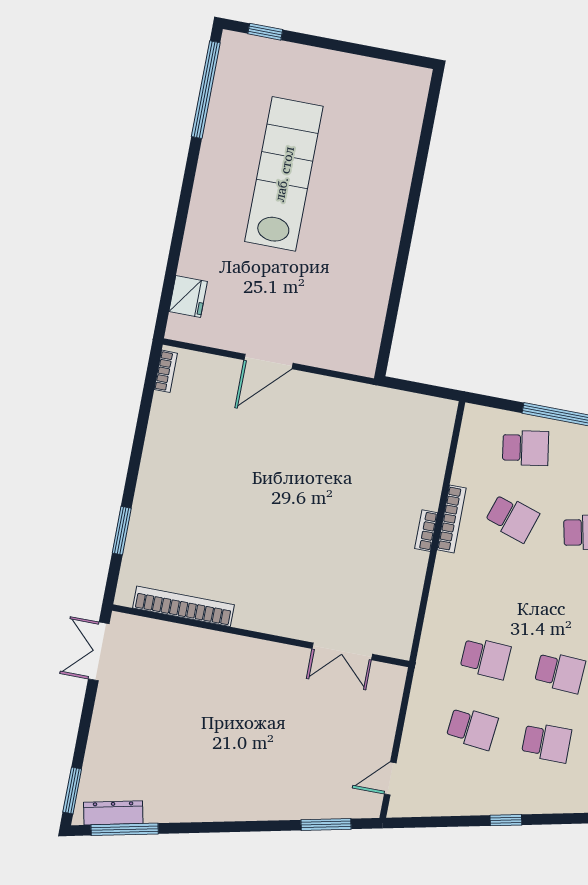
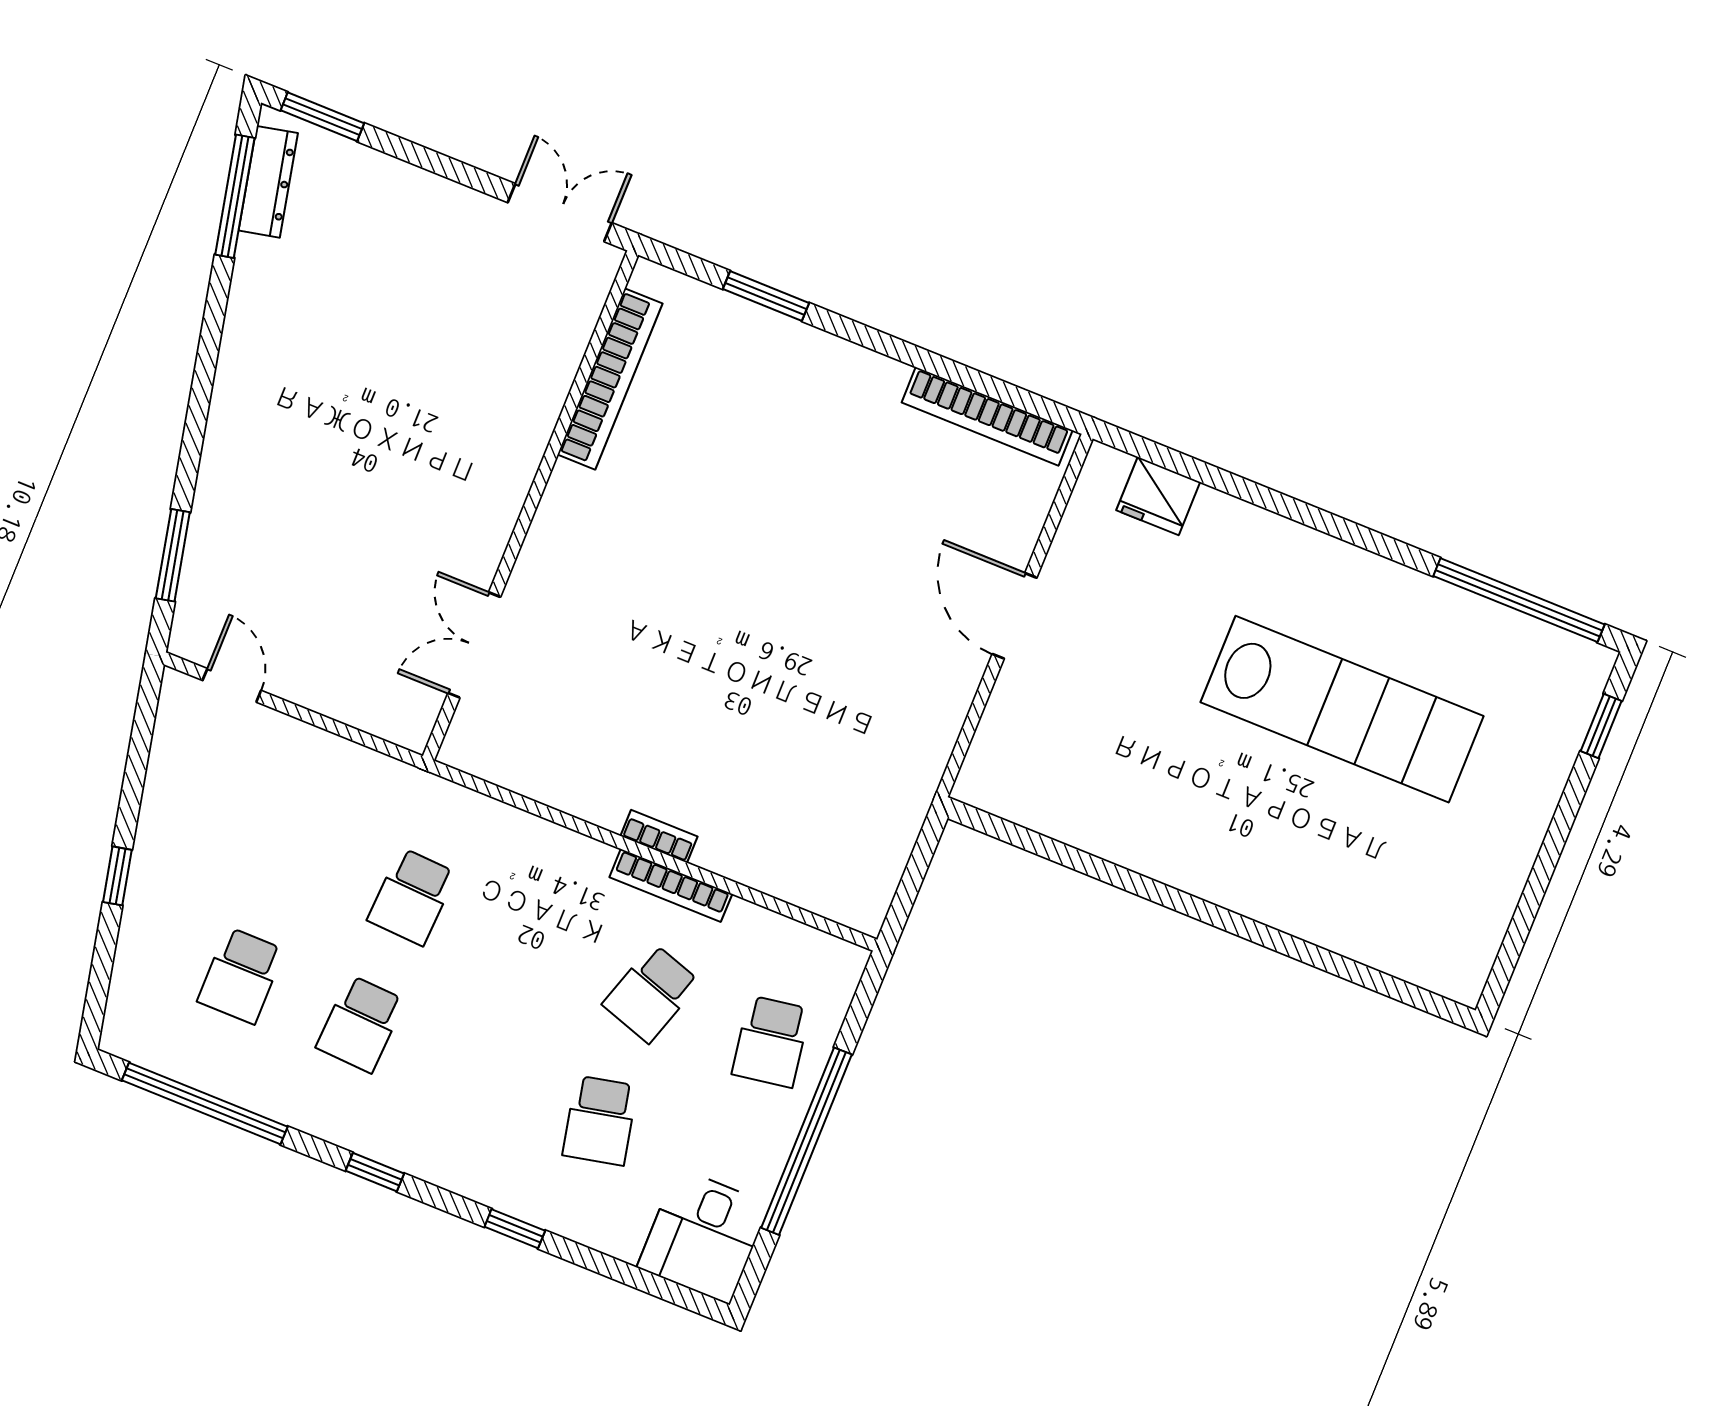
bookcase: (166, 371) -> (987, 416), width x2.31, depth x1.31
school desk: (472, 728) -> (292, 848), removed

